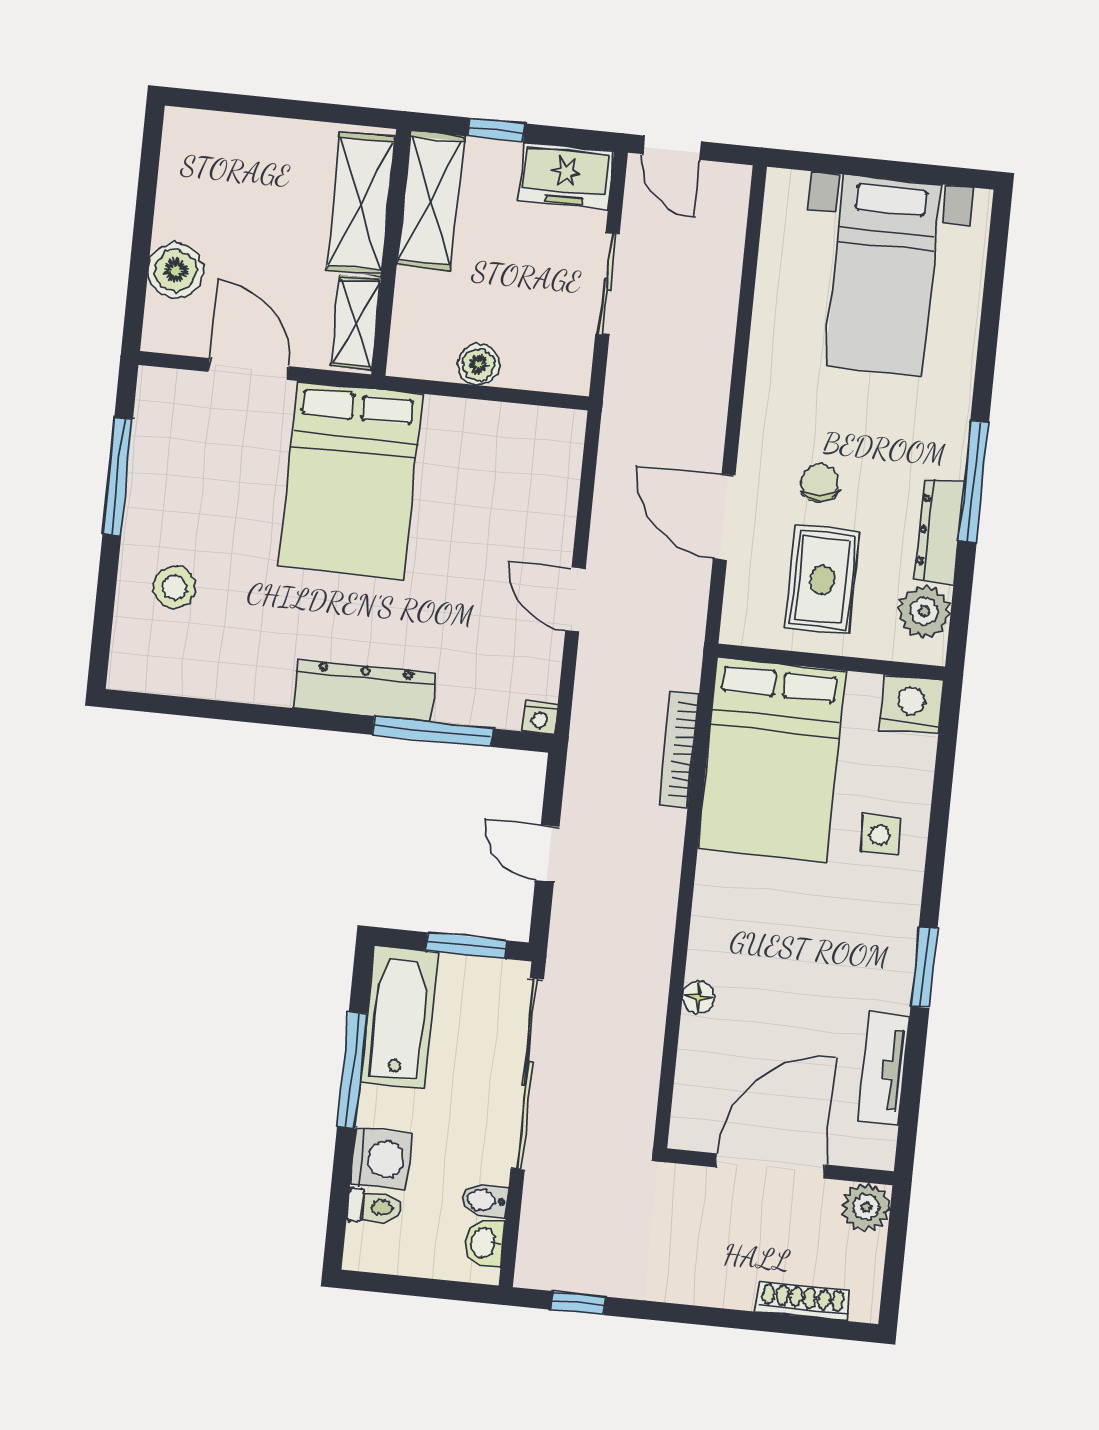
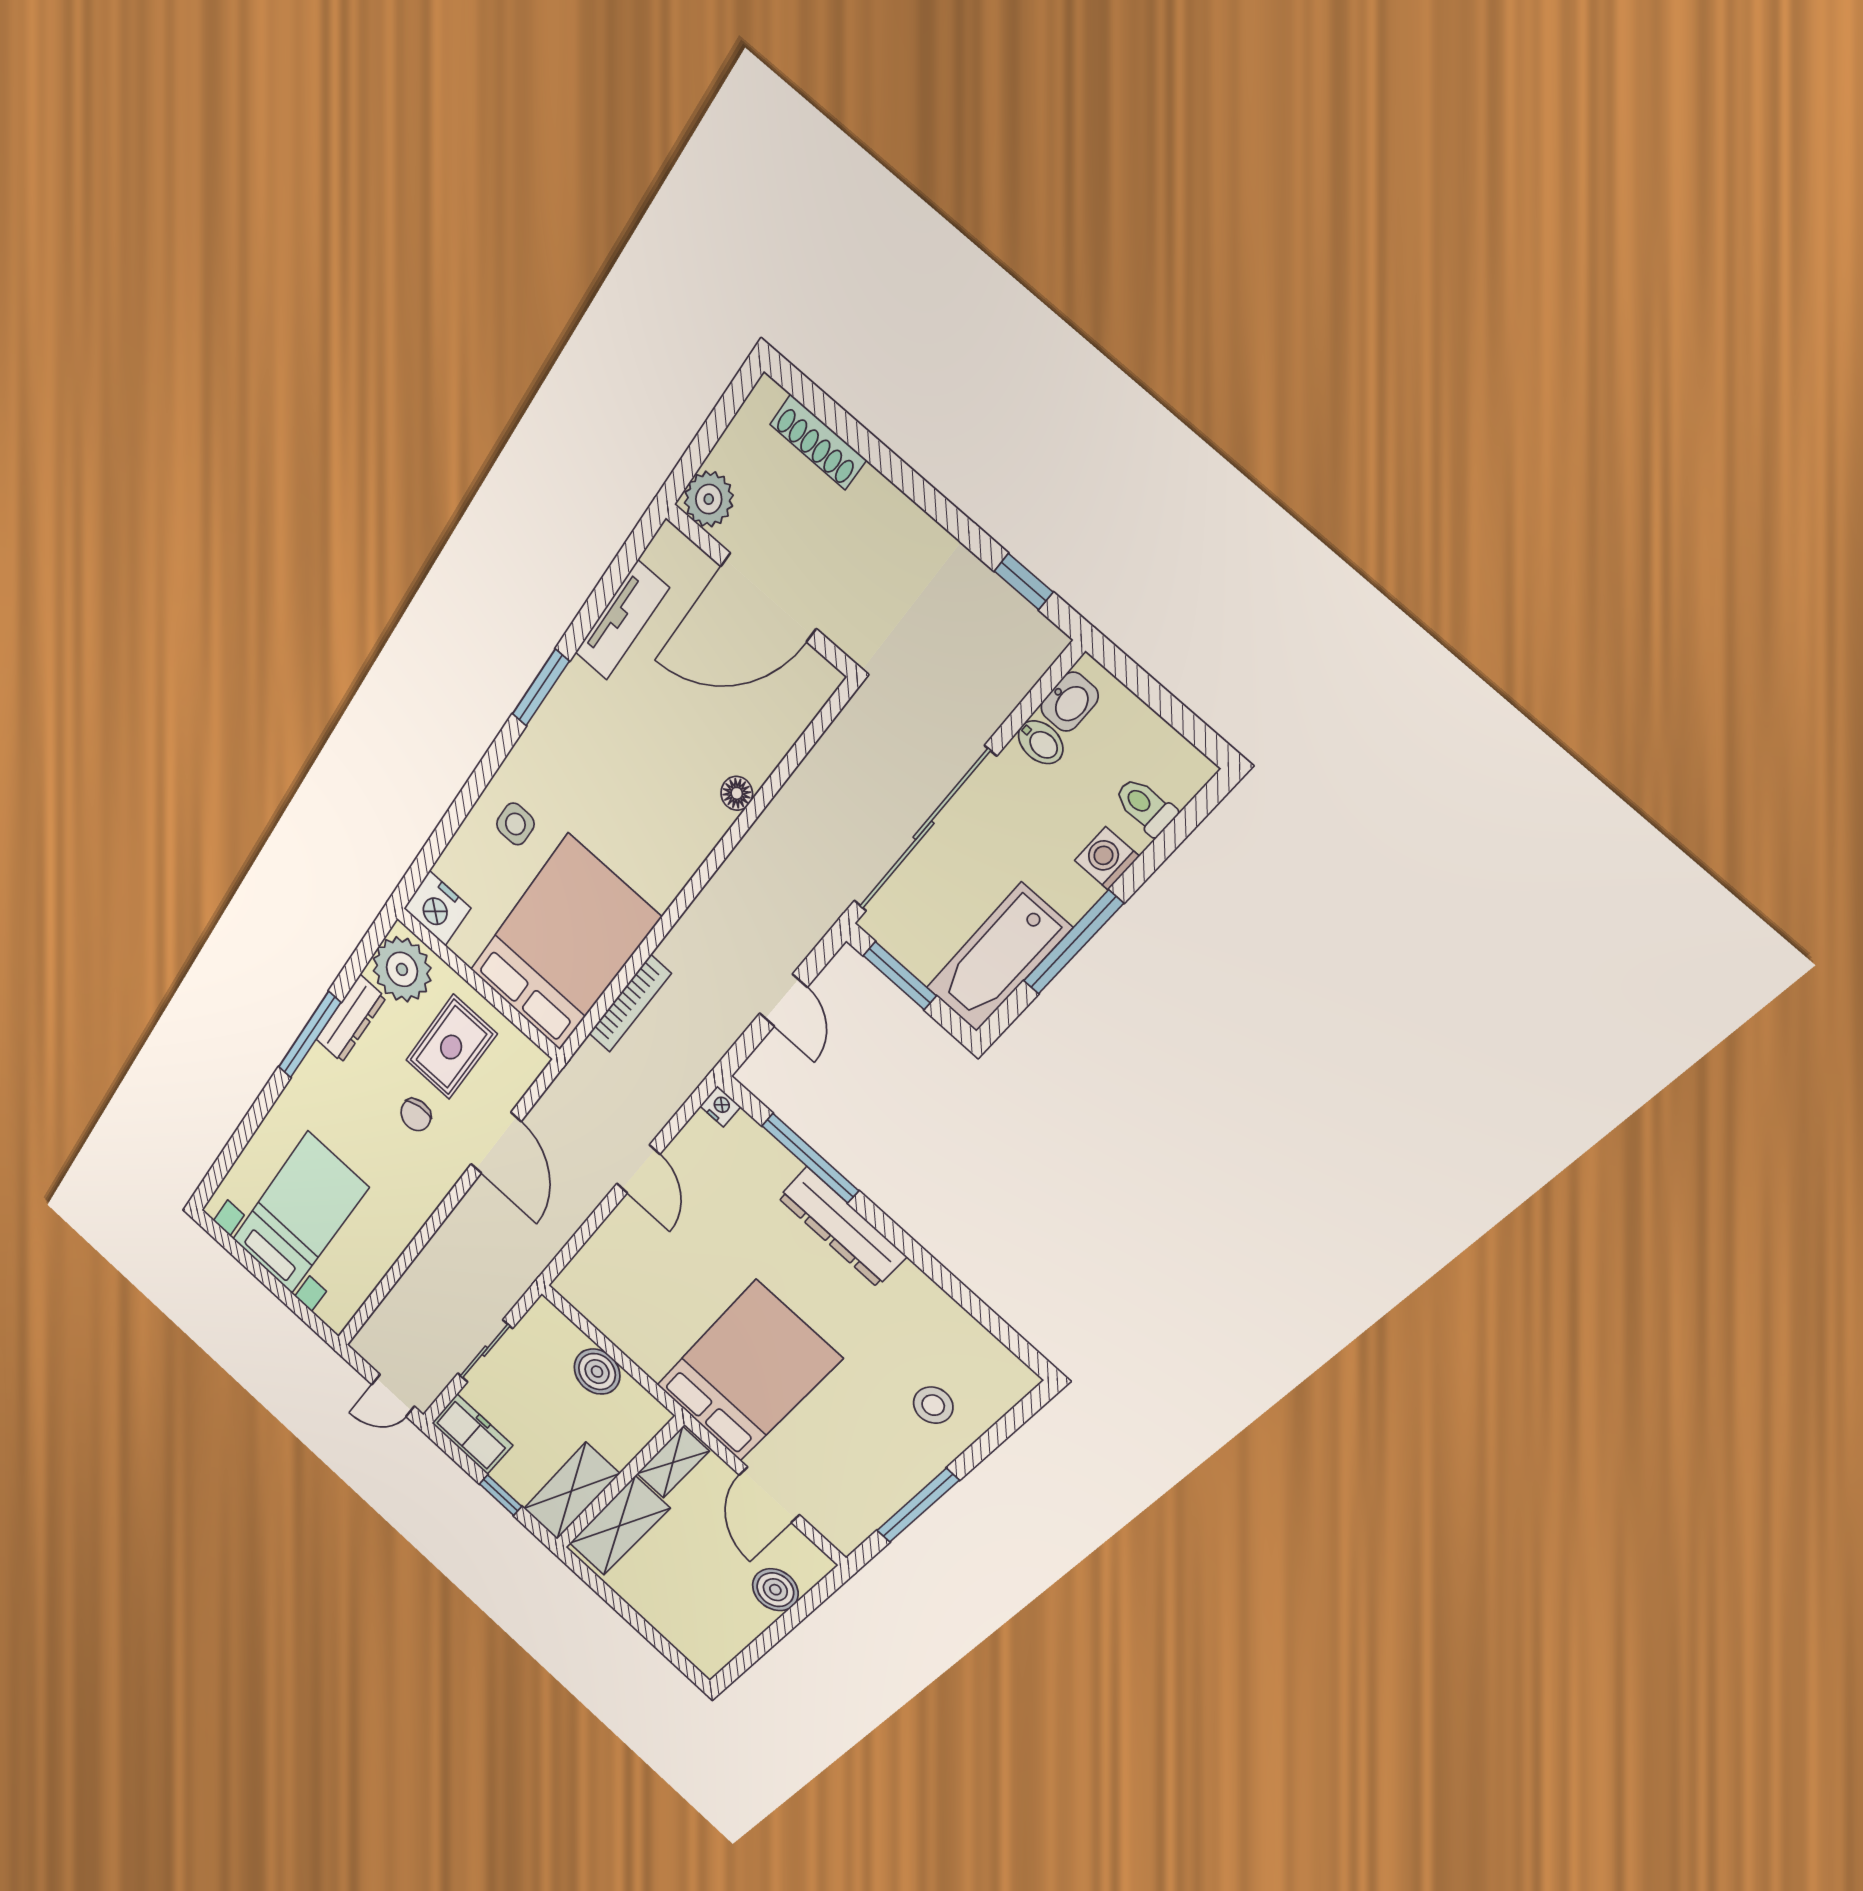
door: (672, 148) -> (393, 1395), swing flipped
boiler: (478, 365) -> (597, 1372), width x1.36, depth x1.36
plant: (924, 611) -> (402, 969), width x1.36, depth x1.36
washing machine: (381, 1159) -> (1107, 858), width x0.73, depth x0.73

